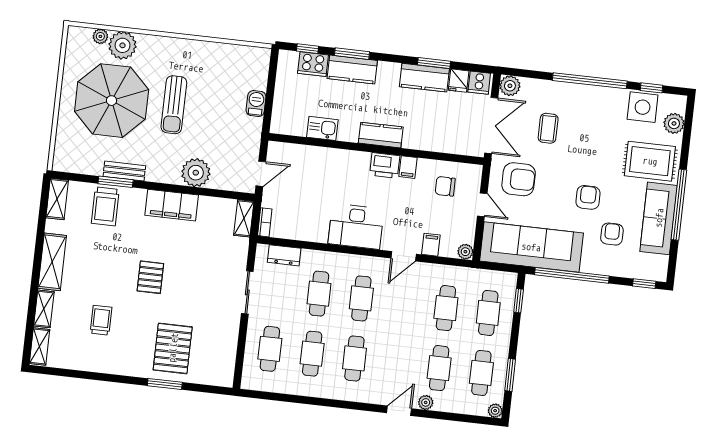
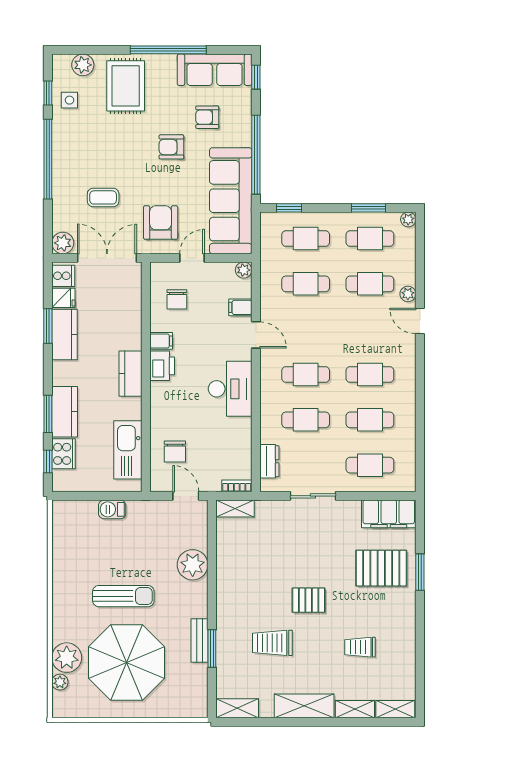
side table: (643, 107) -> (69, 100), width x0.54, depth x0.54
kitchen sink: (322, 128) -> (128, 450), width x1.88, depth x1.24
chair: (303, 168) -> (175, 451), added
filing cabinet: (172, 205) -> (389, 514), moved, turned 90
trolley: (105, 206) -> (272, 643), moved, turned 180
sofa: (659, 218) -> (215, 70), moved

